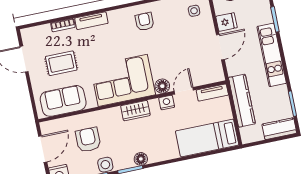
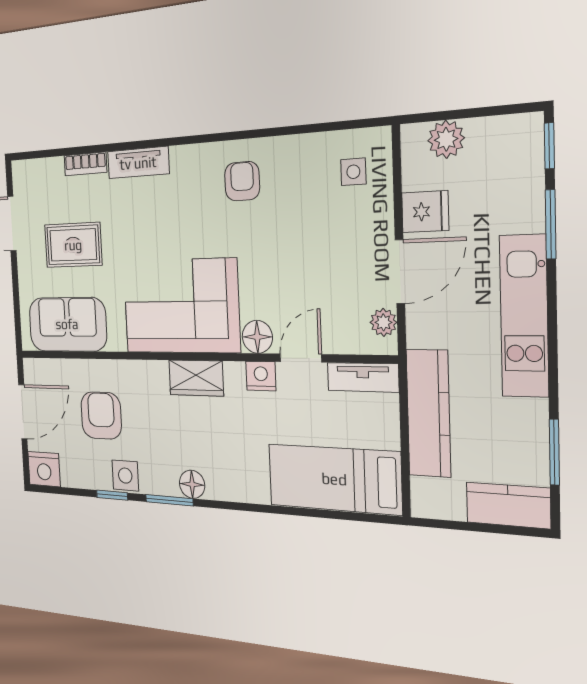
plant: (217, 69) -> (383, 322), added

